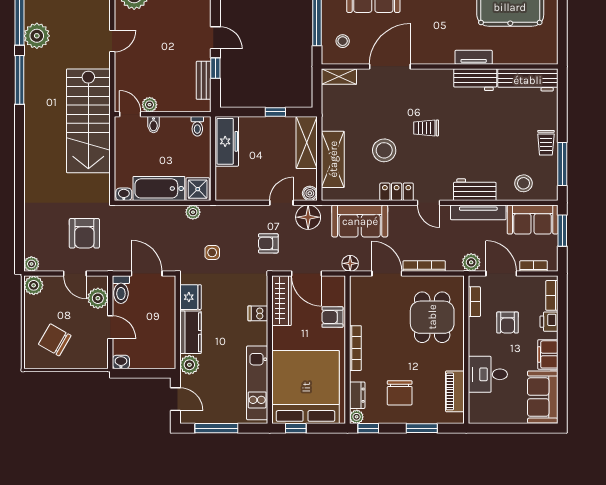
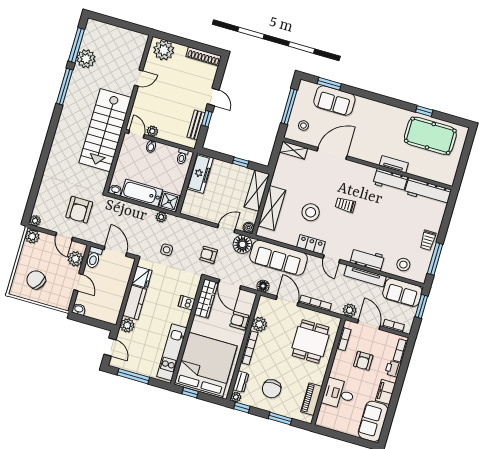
sofa: (360, 221) -> (279, 258), width x1.36
plant: (360, 314) -> (259, 324), added

